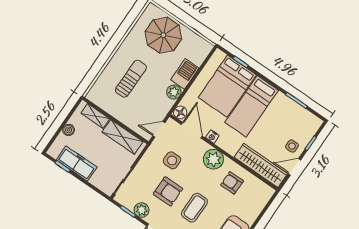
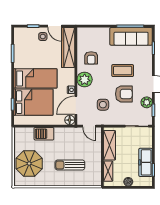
plant: (174, 92) -> (60, 133), removed
armchair: (168, 191) -> (124, 94), turned 90

